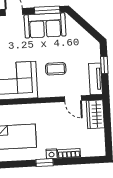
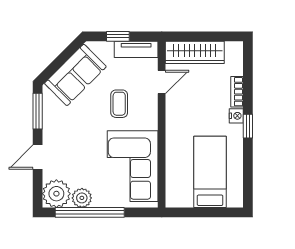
sofa: (45, 25) -> (75, 75), moved, turned 45
wardrobe: (95, 114) -> (195, 52), width x1.50

